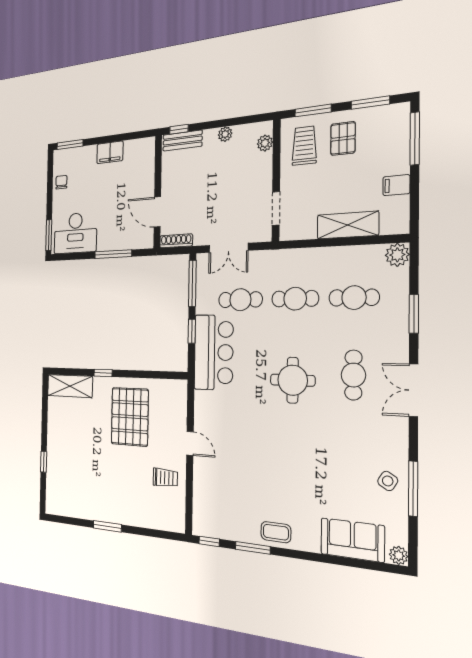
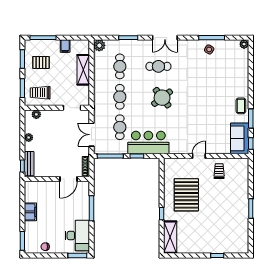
pallet: (343, 138) -> (41, 62), moved
double door: (228, 248) -> (91, 135), swing flipped
round table: (293, 380) -> (162, 98), turned -38
pallet: (130, 417) -> (186, 195), turned 90
sofa: (352, 540) -> (240, 138), moved

